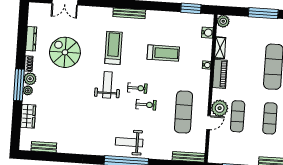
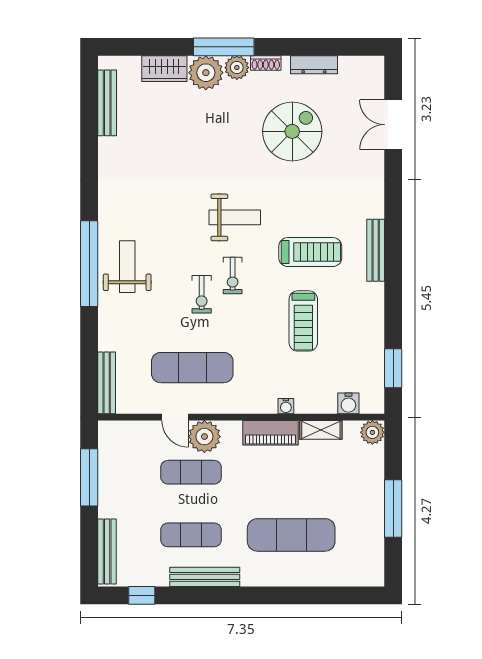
treadmill: (113, 48) -> (310, 252), moved
plant: (28, 90) -> (206, 73), width x1.87, depth x1.87
bench: (44, 147) -> (107, 103), width x1.36

